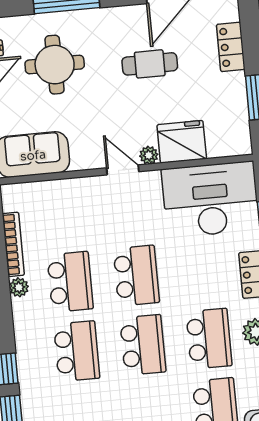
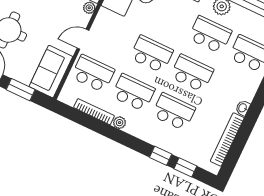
door: (123, 170) -> (83, 39), moved
school desk: (64, 213) -> (93, 73), added

